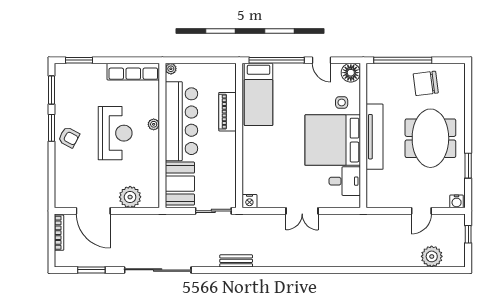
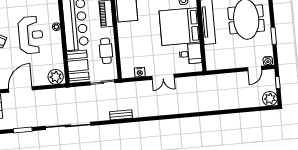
cafe table: (223, 166) -> (106, 51), added
plant: (130, 197) -> (56, 77), moved
nightstand: (249, 201) -> (140, 72), moved
door: (93, 211) -> (20, 90), swing flipped
door: (421, 211) -> (255, 69), moved
plant: (432, 256) -> (270, 99), moved

